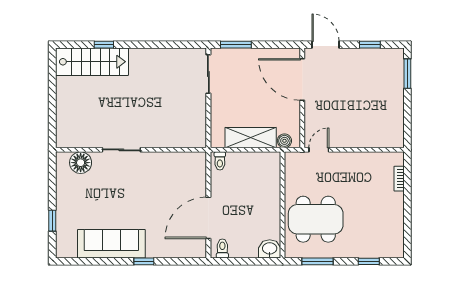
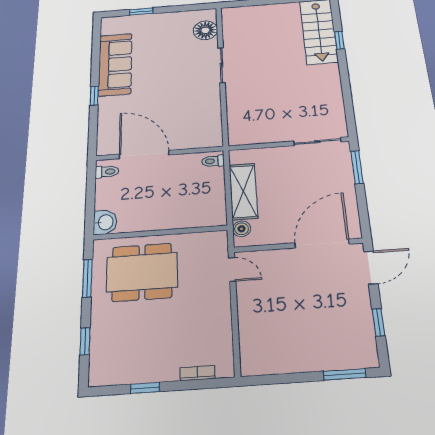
window: (407, 217) -> (145, 388), added
dining table: (316, 219) -> (142, 272), turned 90

